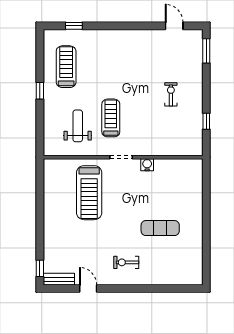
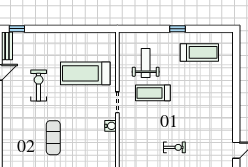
window: (74, 26) -> (236, 59), removed
treadmill: (111, 118) -> (153, 93), turned 180
weight bench: (78, 126) -> (146, 63), turned -90
exercise bike: (126, 262) -> (39, 85), moved, width x1.38, depth x1.39

